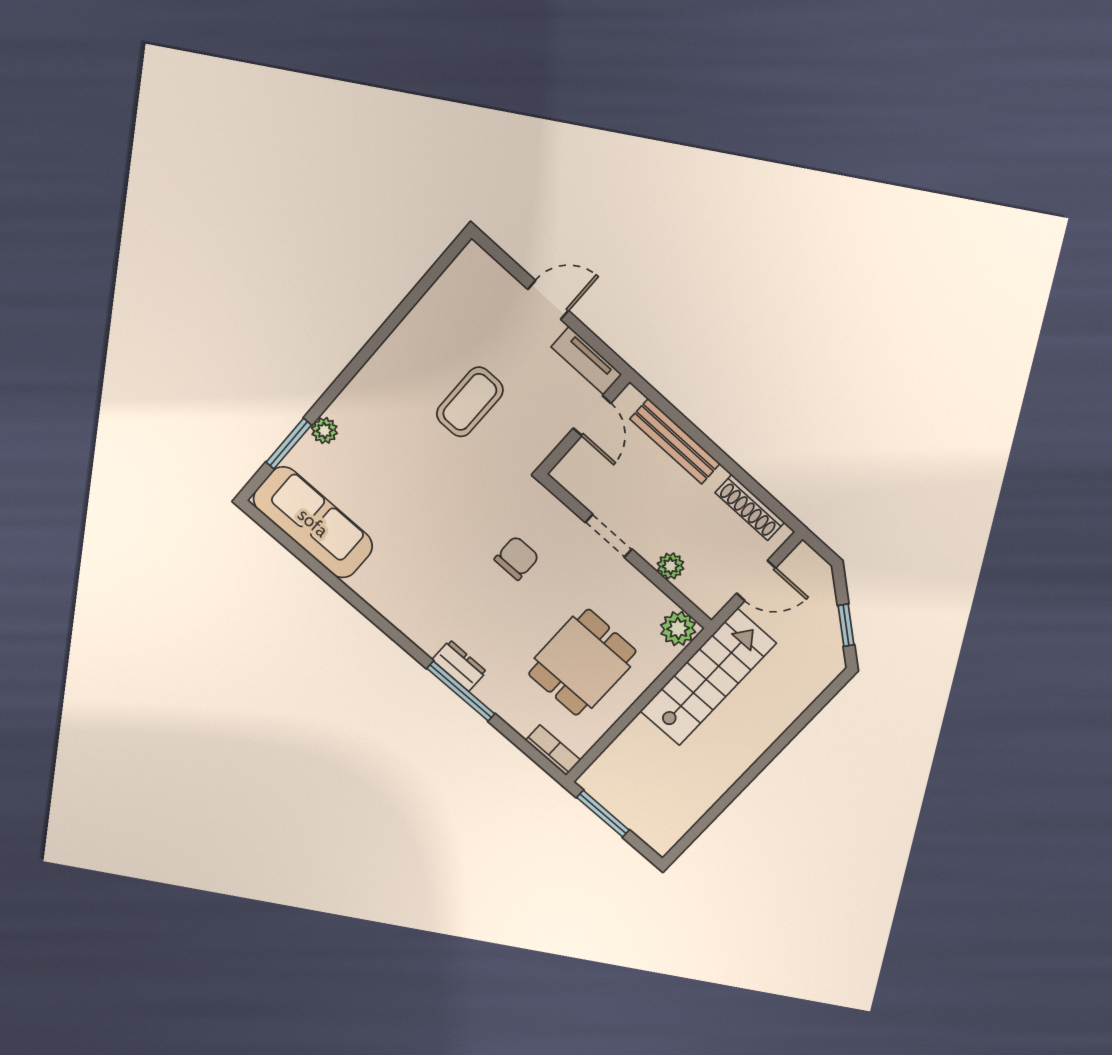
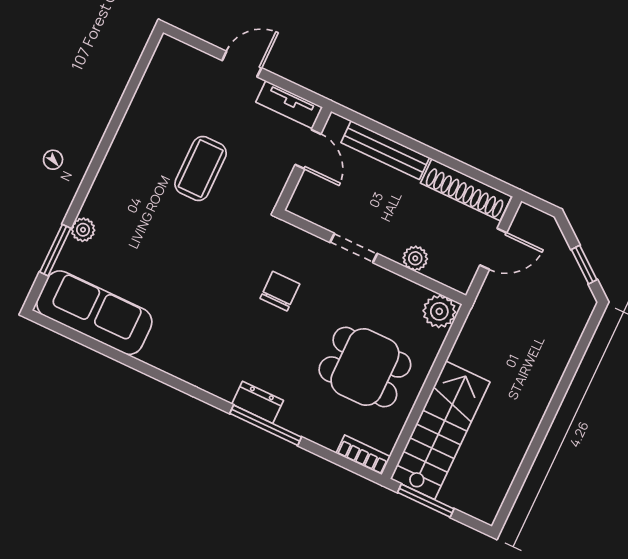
shoe rack: (750, 508) -> (466, 190), width x1.36, depth x1.24
dining table: (582, 663) -> (365, 367), turned 90
stairs: (708, 677) -> (440, 430), moved

